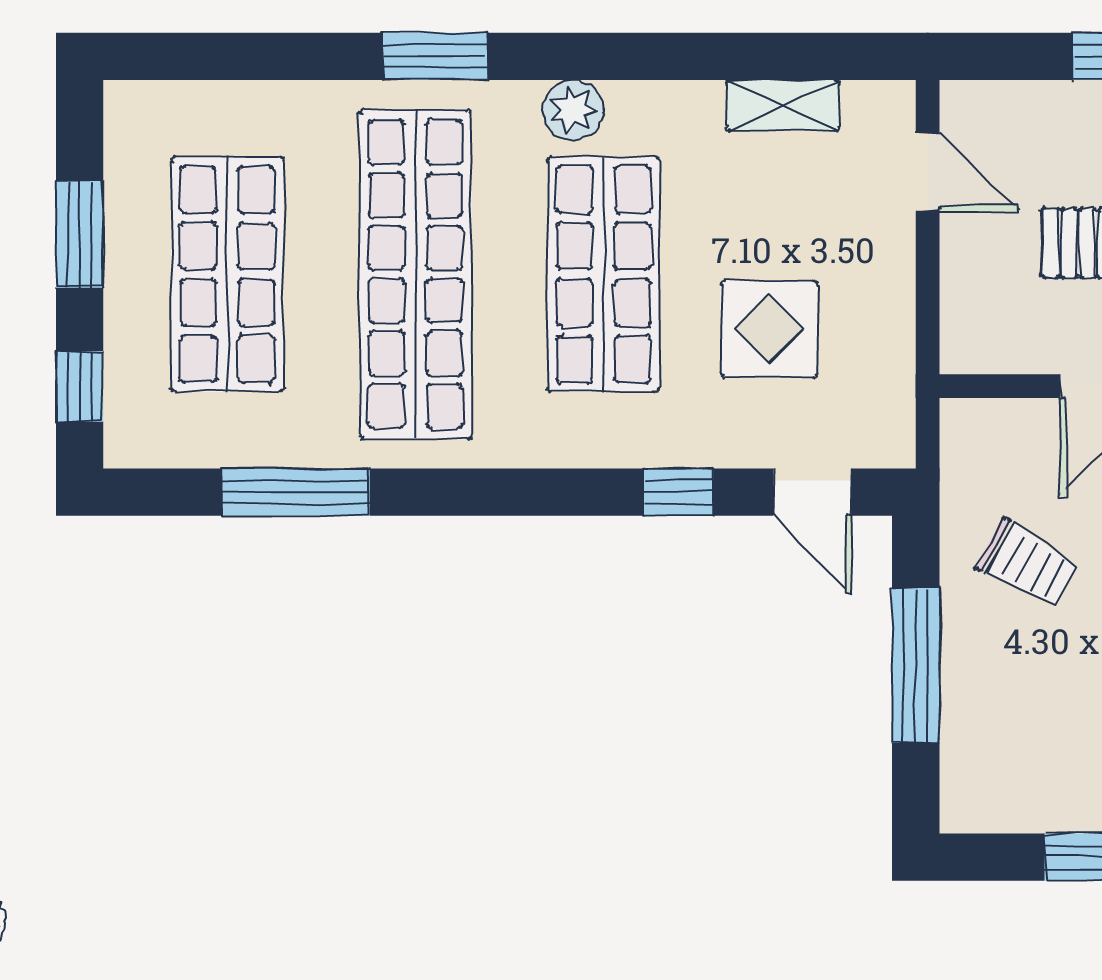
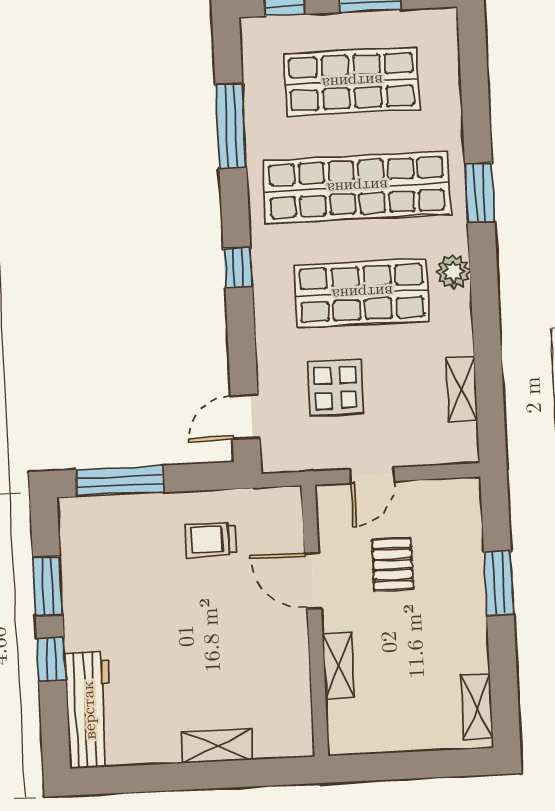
door: (928, 172) -> (372, 475), moved
window: (679, 492) -> (238, 267), moved
trolley: (1028, 564) -> (211, 540), turned 60
window: (916, 665) -> (120, 481), moved

